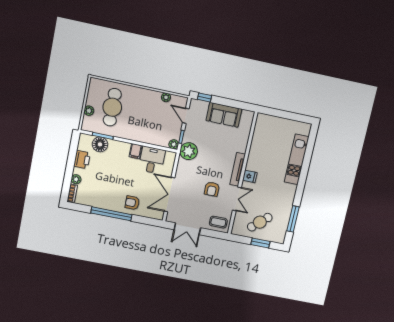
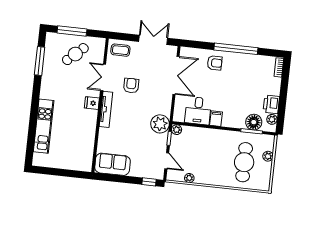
sofa: (224, 115) -> (112, 164), moved
plant: (76, 179) -> (272, 119), moved
window: (260, 243) -> (72, 31), width x1.44

